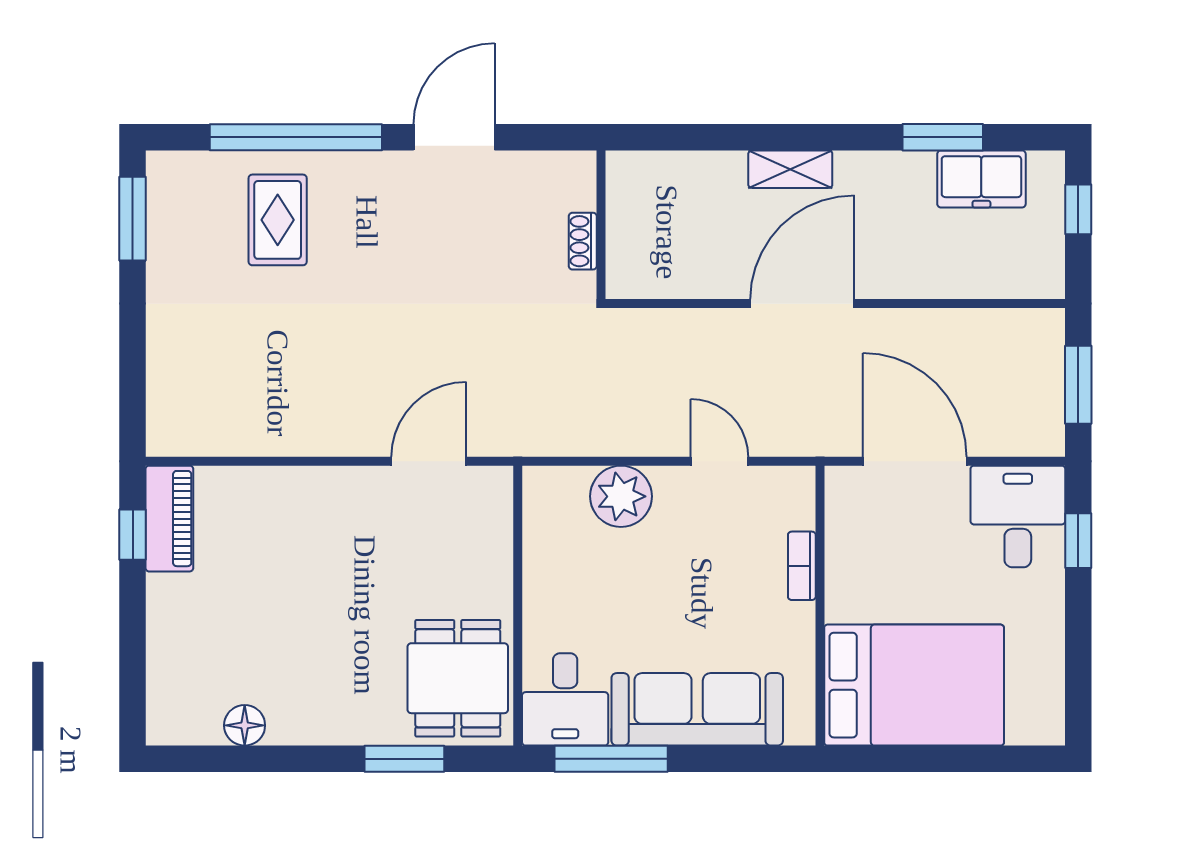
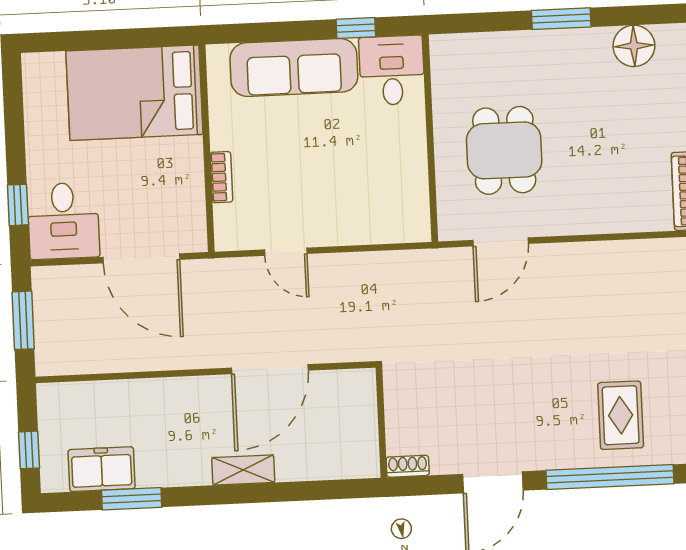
shoe rack: (583, 241) -> (408, 466), moved, turned -90
door: (802, 304) -> (270, 369), moved
plant: (621, 496) -> (357, 222), removed
dining table: (458, 678) -> (504, 150), moved
floor lamp: (245, 725) -> (634, 46), width x1.38, depth x1.38
window: (404, 759) -> (561, 19), moved
window: (611, 759) -> (356, 28), width x0.46

